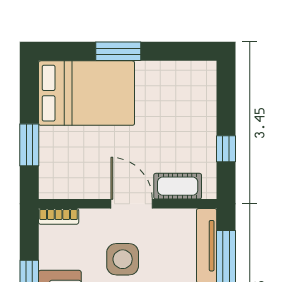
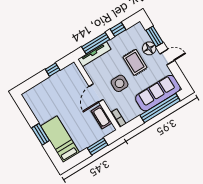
bed: (87, 93) -> (60, 139), width x0.67
cot: (178, 186) -> (101, 117), moved

